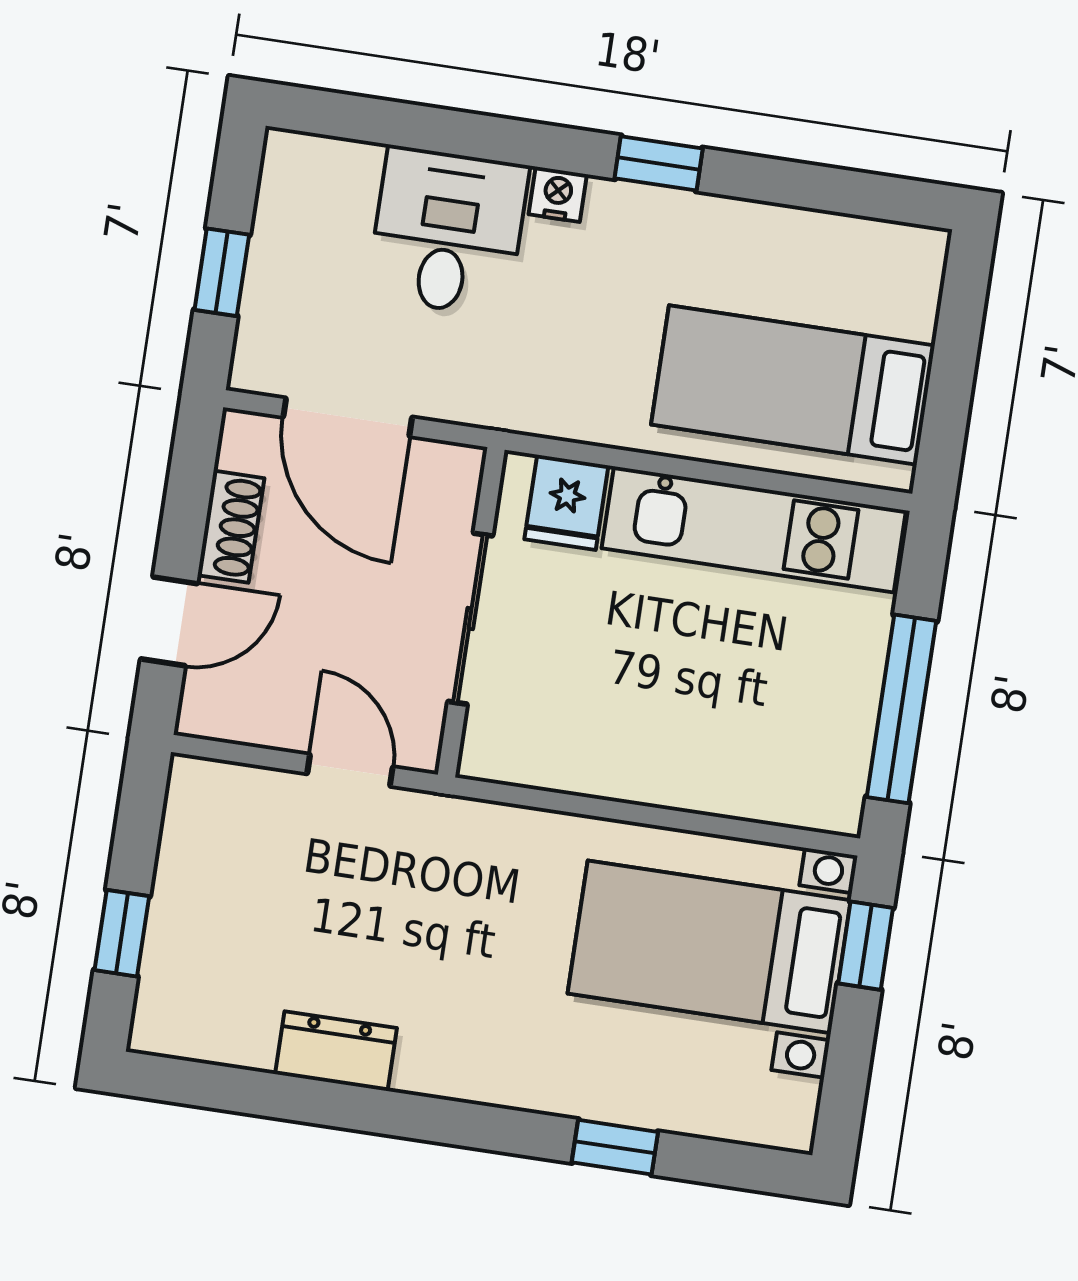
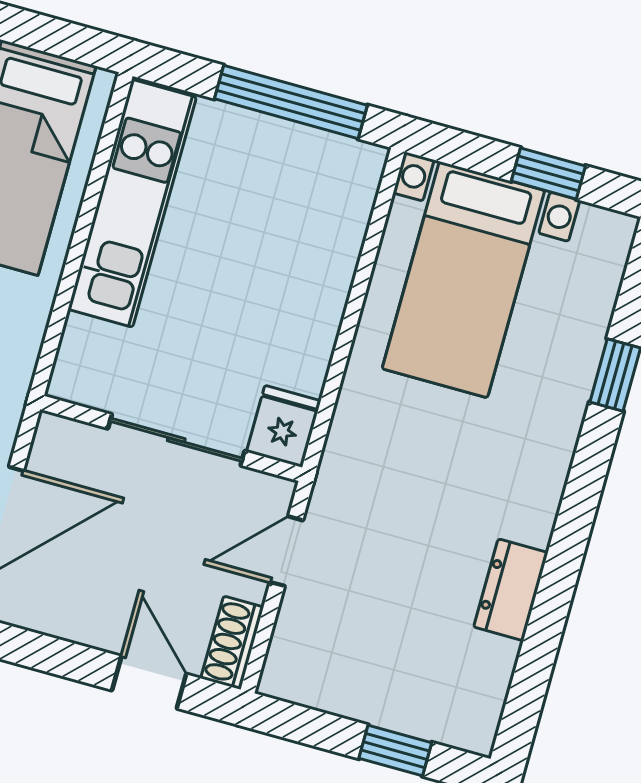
fridge: (566, 502) -> (284, 426), moved, turned -90
shoe rack: (231, 527) -> (232, 643), moved, turned -90
window: (866, 946) -> (548, 173), moved

